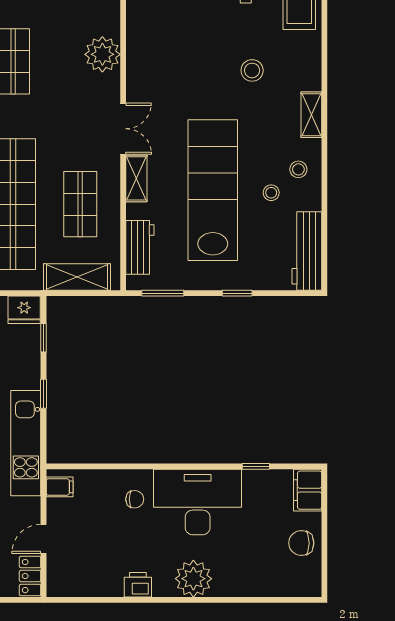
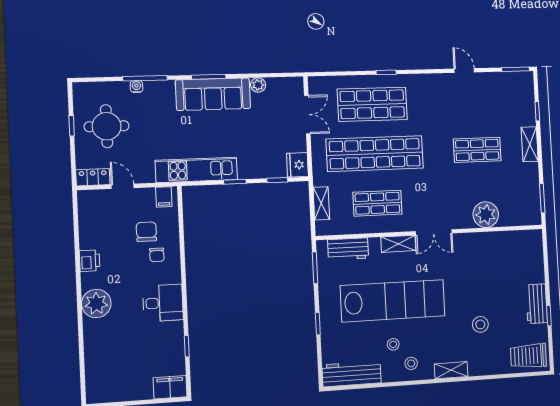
shelving: (77, 277) -> (321, 203), width x0.67, depth x0.75
desk: (198, 502) -> (163, 303), width x0.53, depth x0.77
chair: (301, 543) -> (146, 232), moved

